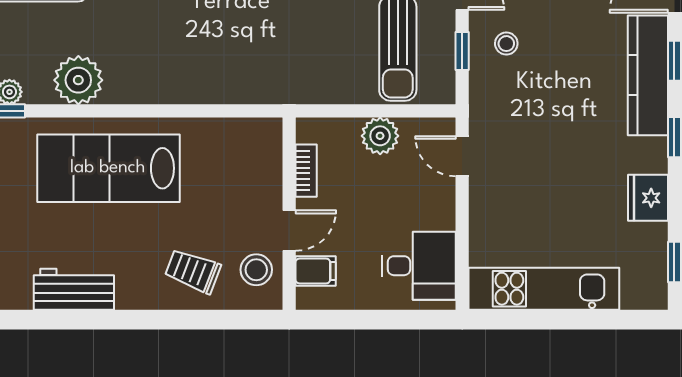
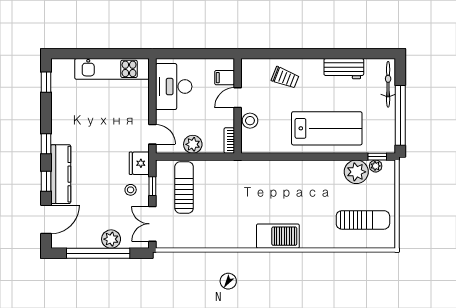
plant: (78, 80) -> (356, 172), moved
bookcase: (306, 171) -> (229, 141), moved
fridge: (648, 198) -> (139, 163), moved, turned 180
desk: (419, 266) -> (174, 87), width x1.37
stool: (256, 270) -> (250, 121), moved

